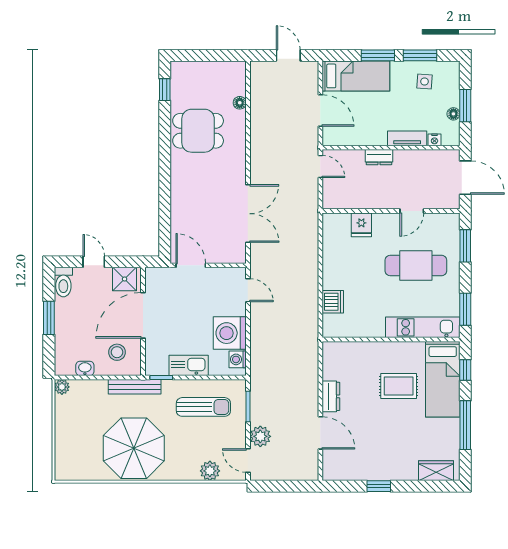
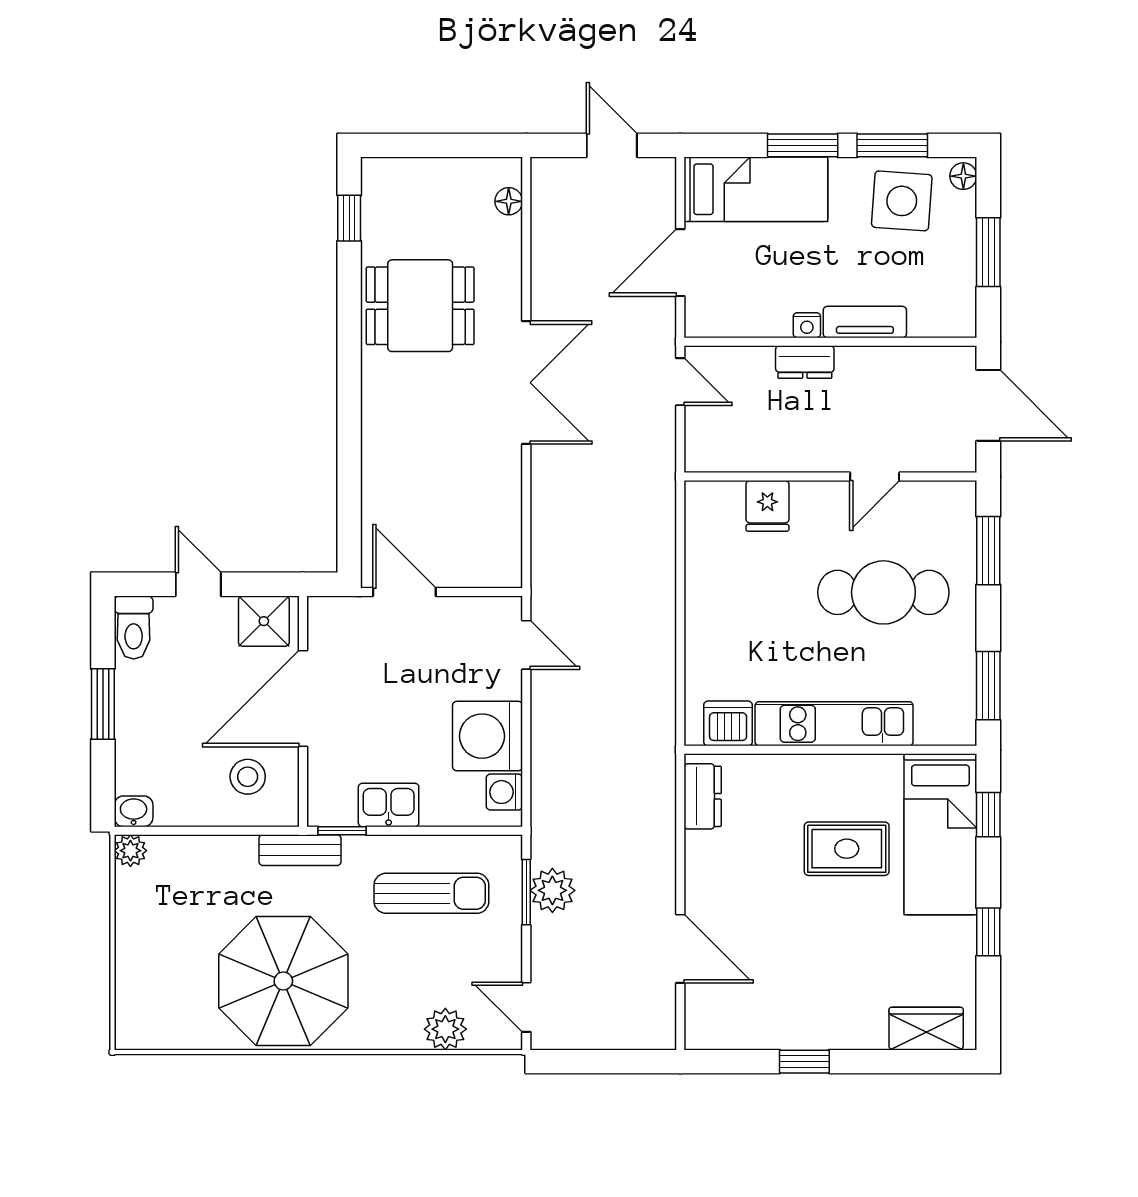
side table: (425, 81) -> (902, 201), width x1.87, depth x1.87
floor lamp: (240, 103) -> (509, 201), moved
door: (320, 110) -> (680, 263), swing flipped
floor lamp: (453, 114) -> (963, 176), moved
nightstand: (434, 140) -> (807, 325), moved
double door: (248, 214) -> (526, 383), moved
dishwasher: (333, 302) -> (728, 723), moved, turned -90
kitchen unit: (423, 327) -> (834, 724), moved
kitchen sink: (189, 365) -> (389, 805), width x0.73
washbasin: (85, 368) -> (134, 811), moved
bench: (135, 387) -> (300, 850), width x0.73
dresser: (331, 396) -> (703, 796), moved
window: (465, 425) -> (988, 932), width x0.46
plant: (260, 436) -> (552, 890), moved

